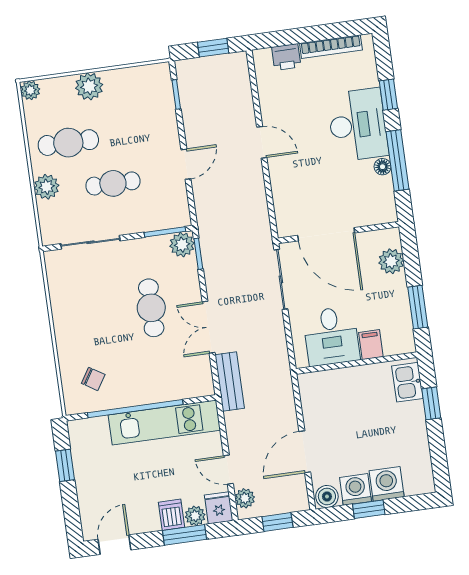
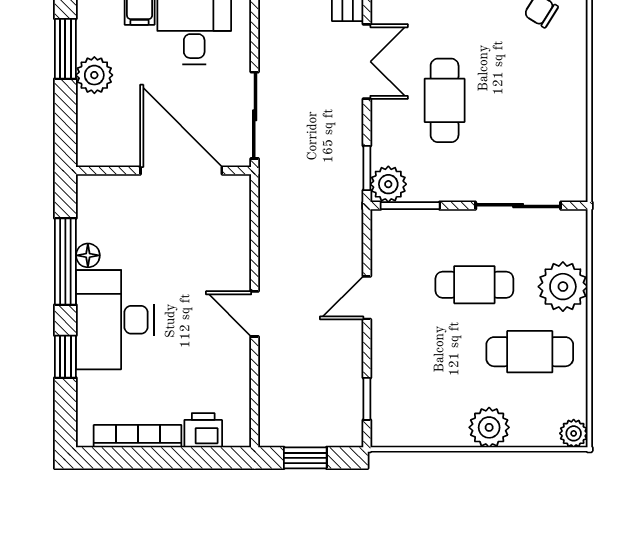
plant: (47, 187) -> (563, 287), width x1.36, depth x1.36
plant: (391, 261) -> (94, 75), moved

